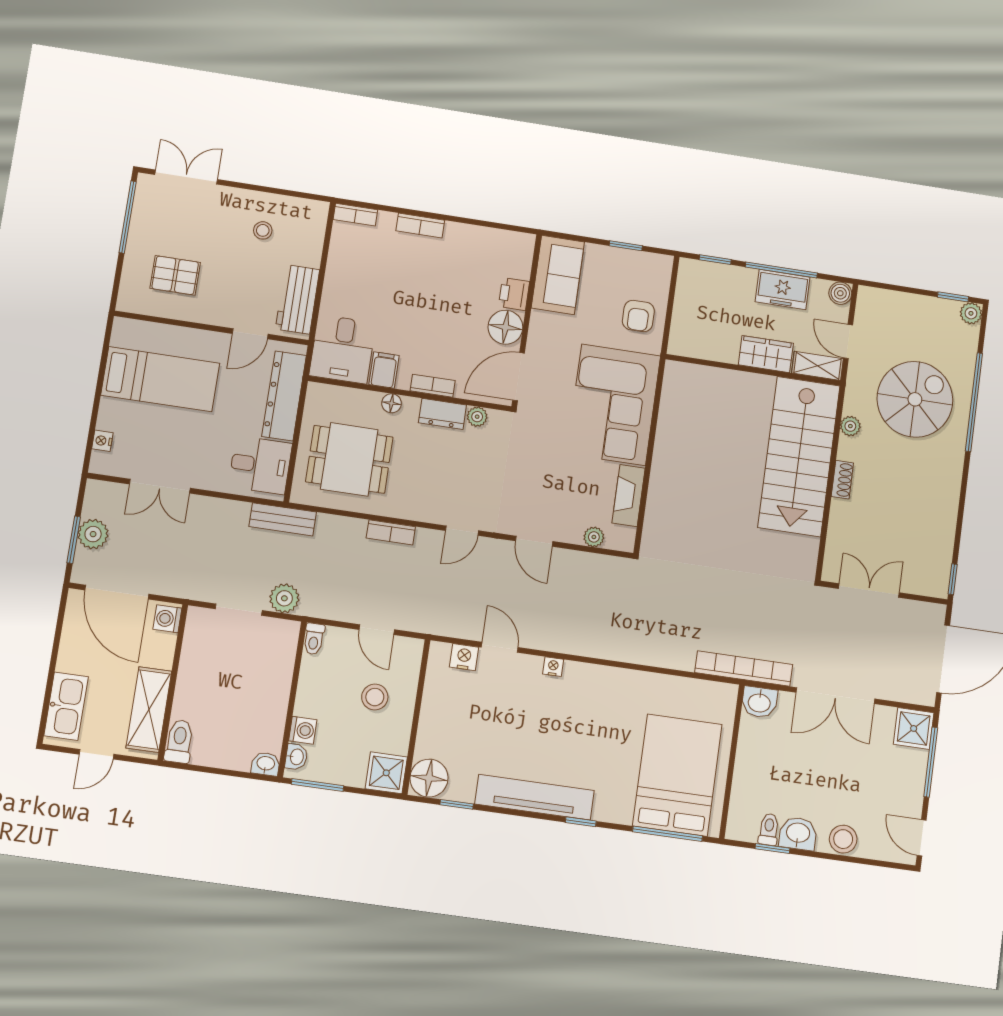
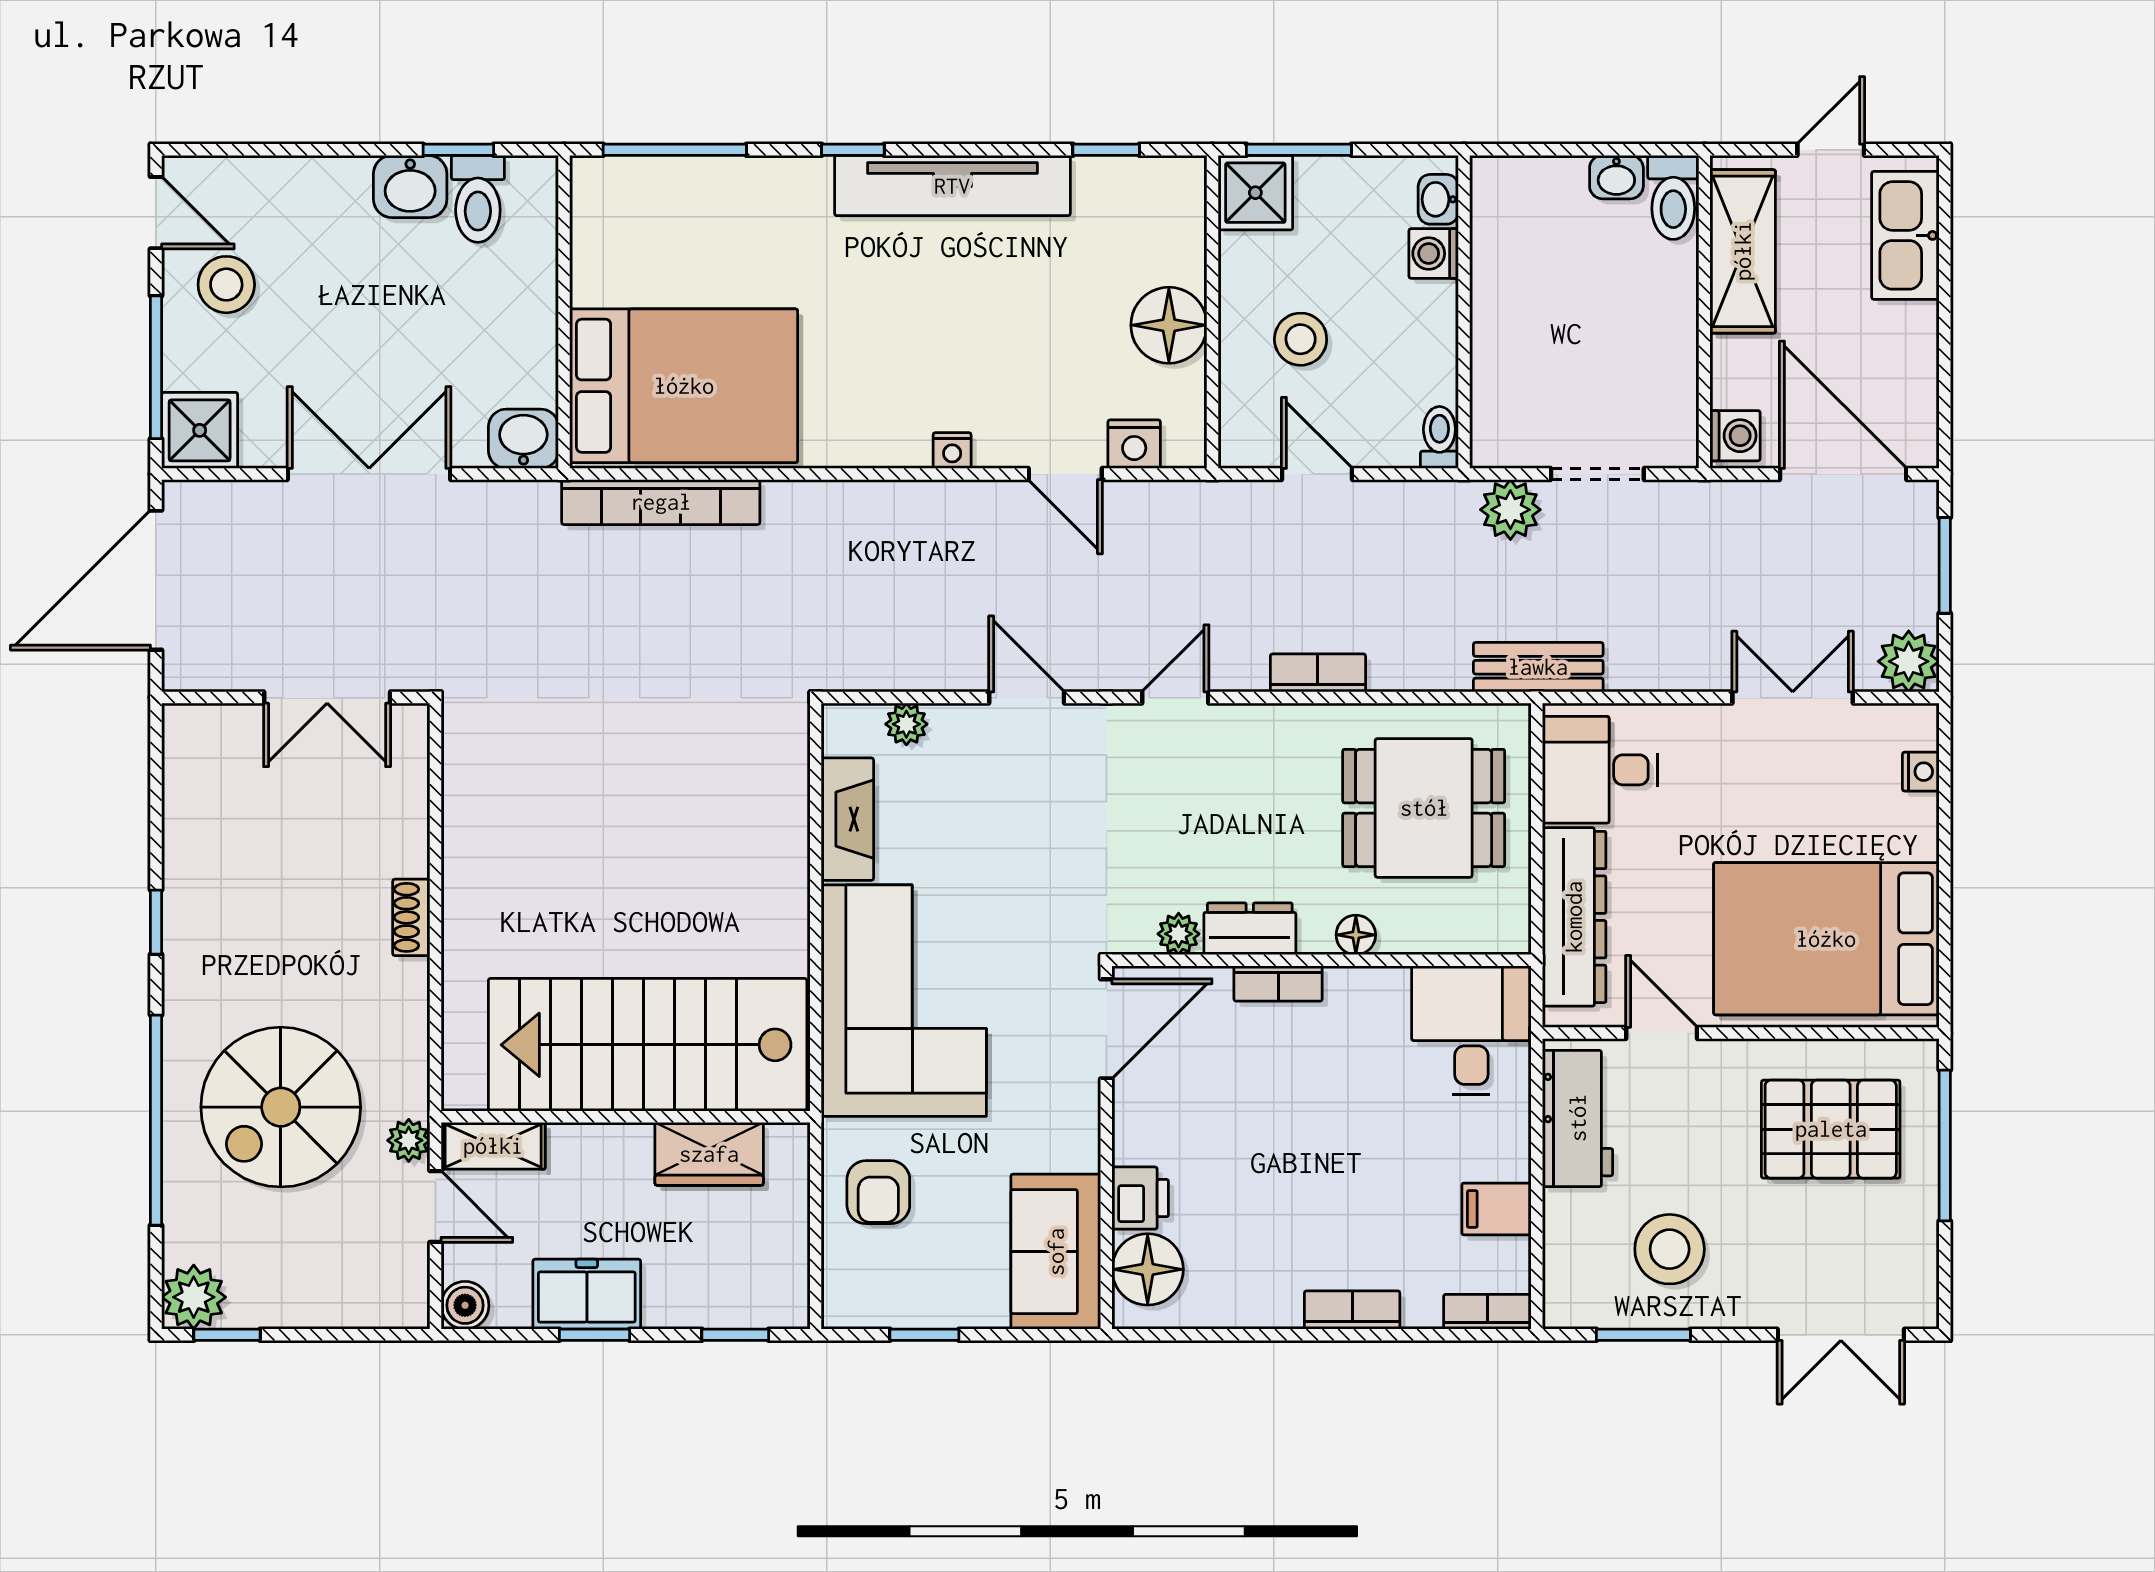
window: (282, 192) -> (1643, 1335), added
window: (128, 217) -> (1945, 1145), moved
stool: (263, 230) -> (1670, 1249), width x1.89, depth x1.89
window: (781, 270) -> (595, 1335), width x0.46
pallet: (175, 275) -> (1831, 1129), width x1.50, depth x1.42
plant: (971, 313) -> (194, 1297), width x1.38, depth x1.38
armchair: (638, 316) -> (878, 1192), turned 180
floor lamp: (505, 327) -> (1148, 1269), moved
door: (250, 334) -> (1662, 1033), hinge flipped
wardrobe: (766, 354) -> (709, 1154), moved
filing cabinet: (384, 370) -> (1496, 1209), moved, turned 90
bed: (160, 379) -> (1826, 939), width x1.50
plant: (850, 426) -> (409, 1140), moved
stairs: (799, 456) -> (648, 1045), moved, turned -90
plant: (93, 534) -> (1909, 661), moved
window: (953, 579) -> (156, 922), moved
bookcase: (744, 669) -> (661, 502), moved
washbasin: (266, 764) -> (1616, 177), moved
bed: (677, 775) -> (684, 386), moved, turned -90
floor lamp: (429, 778) -> (1169, 325), moved
window: (317, 785) -> (1299, 150), moved
toilet: (769, 829) -> (478, 199), width x1.37, depth x1.39
stool: (843, 839) -> (226, 285), moved

